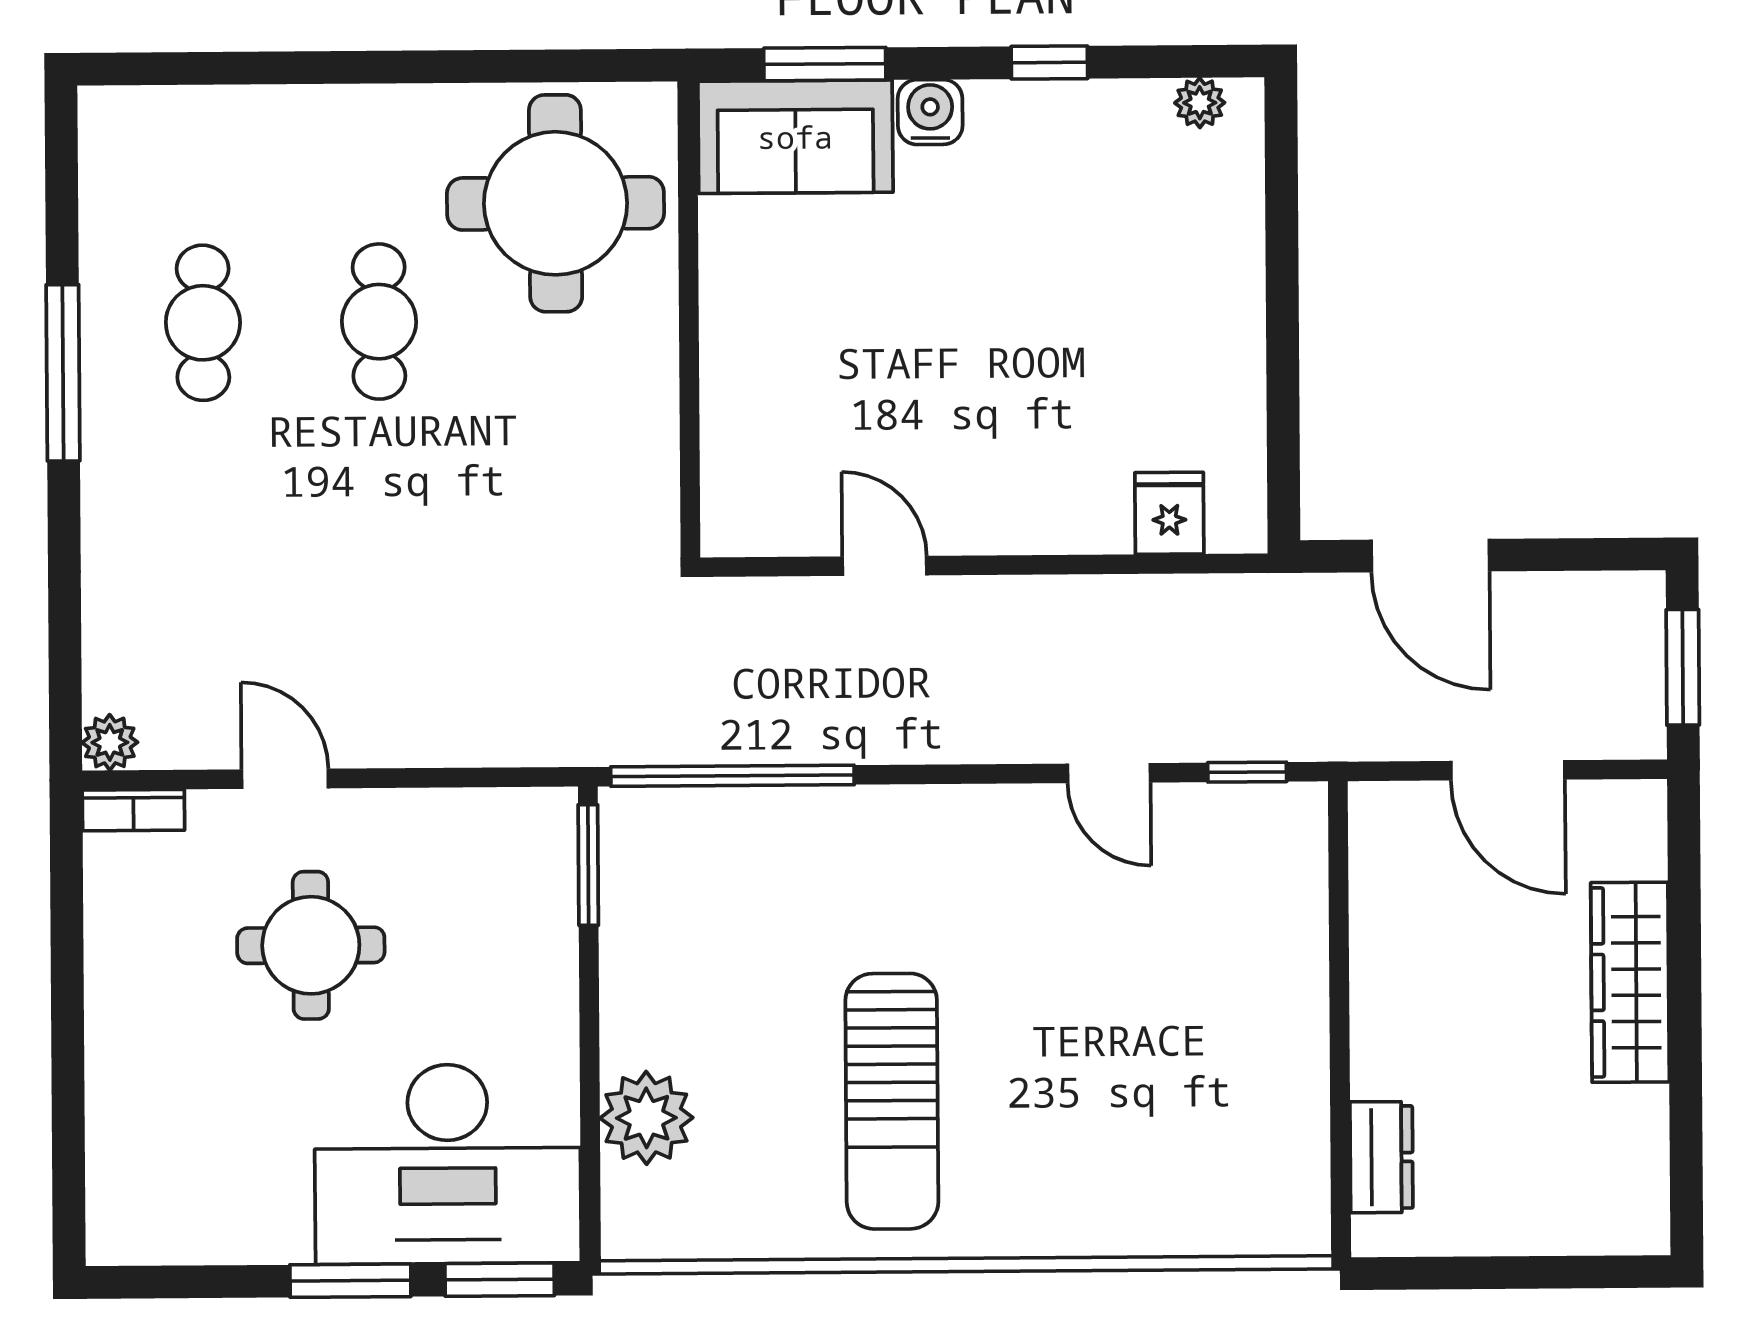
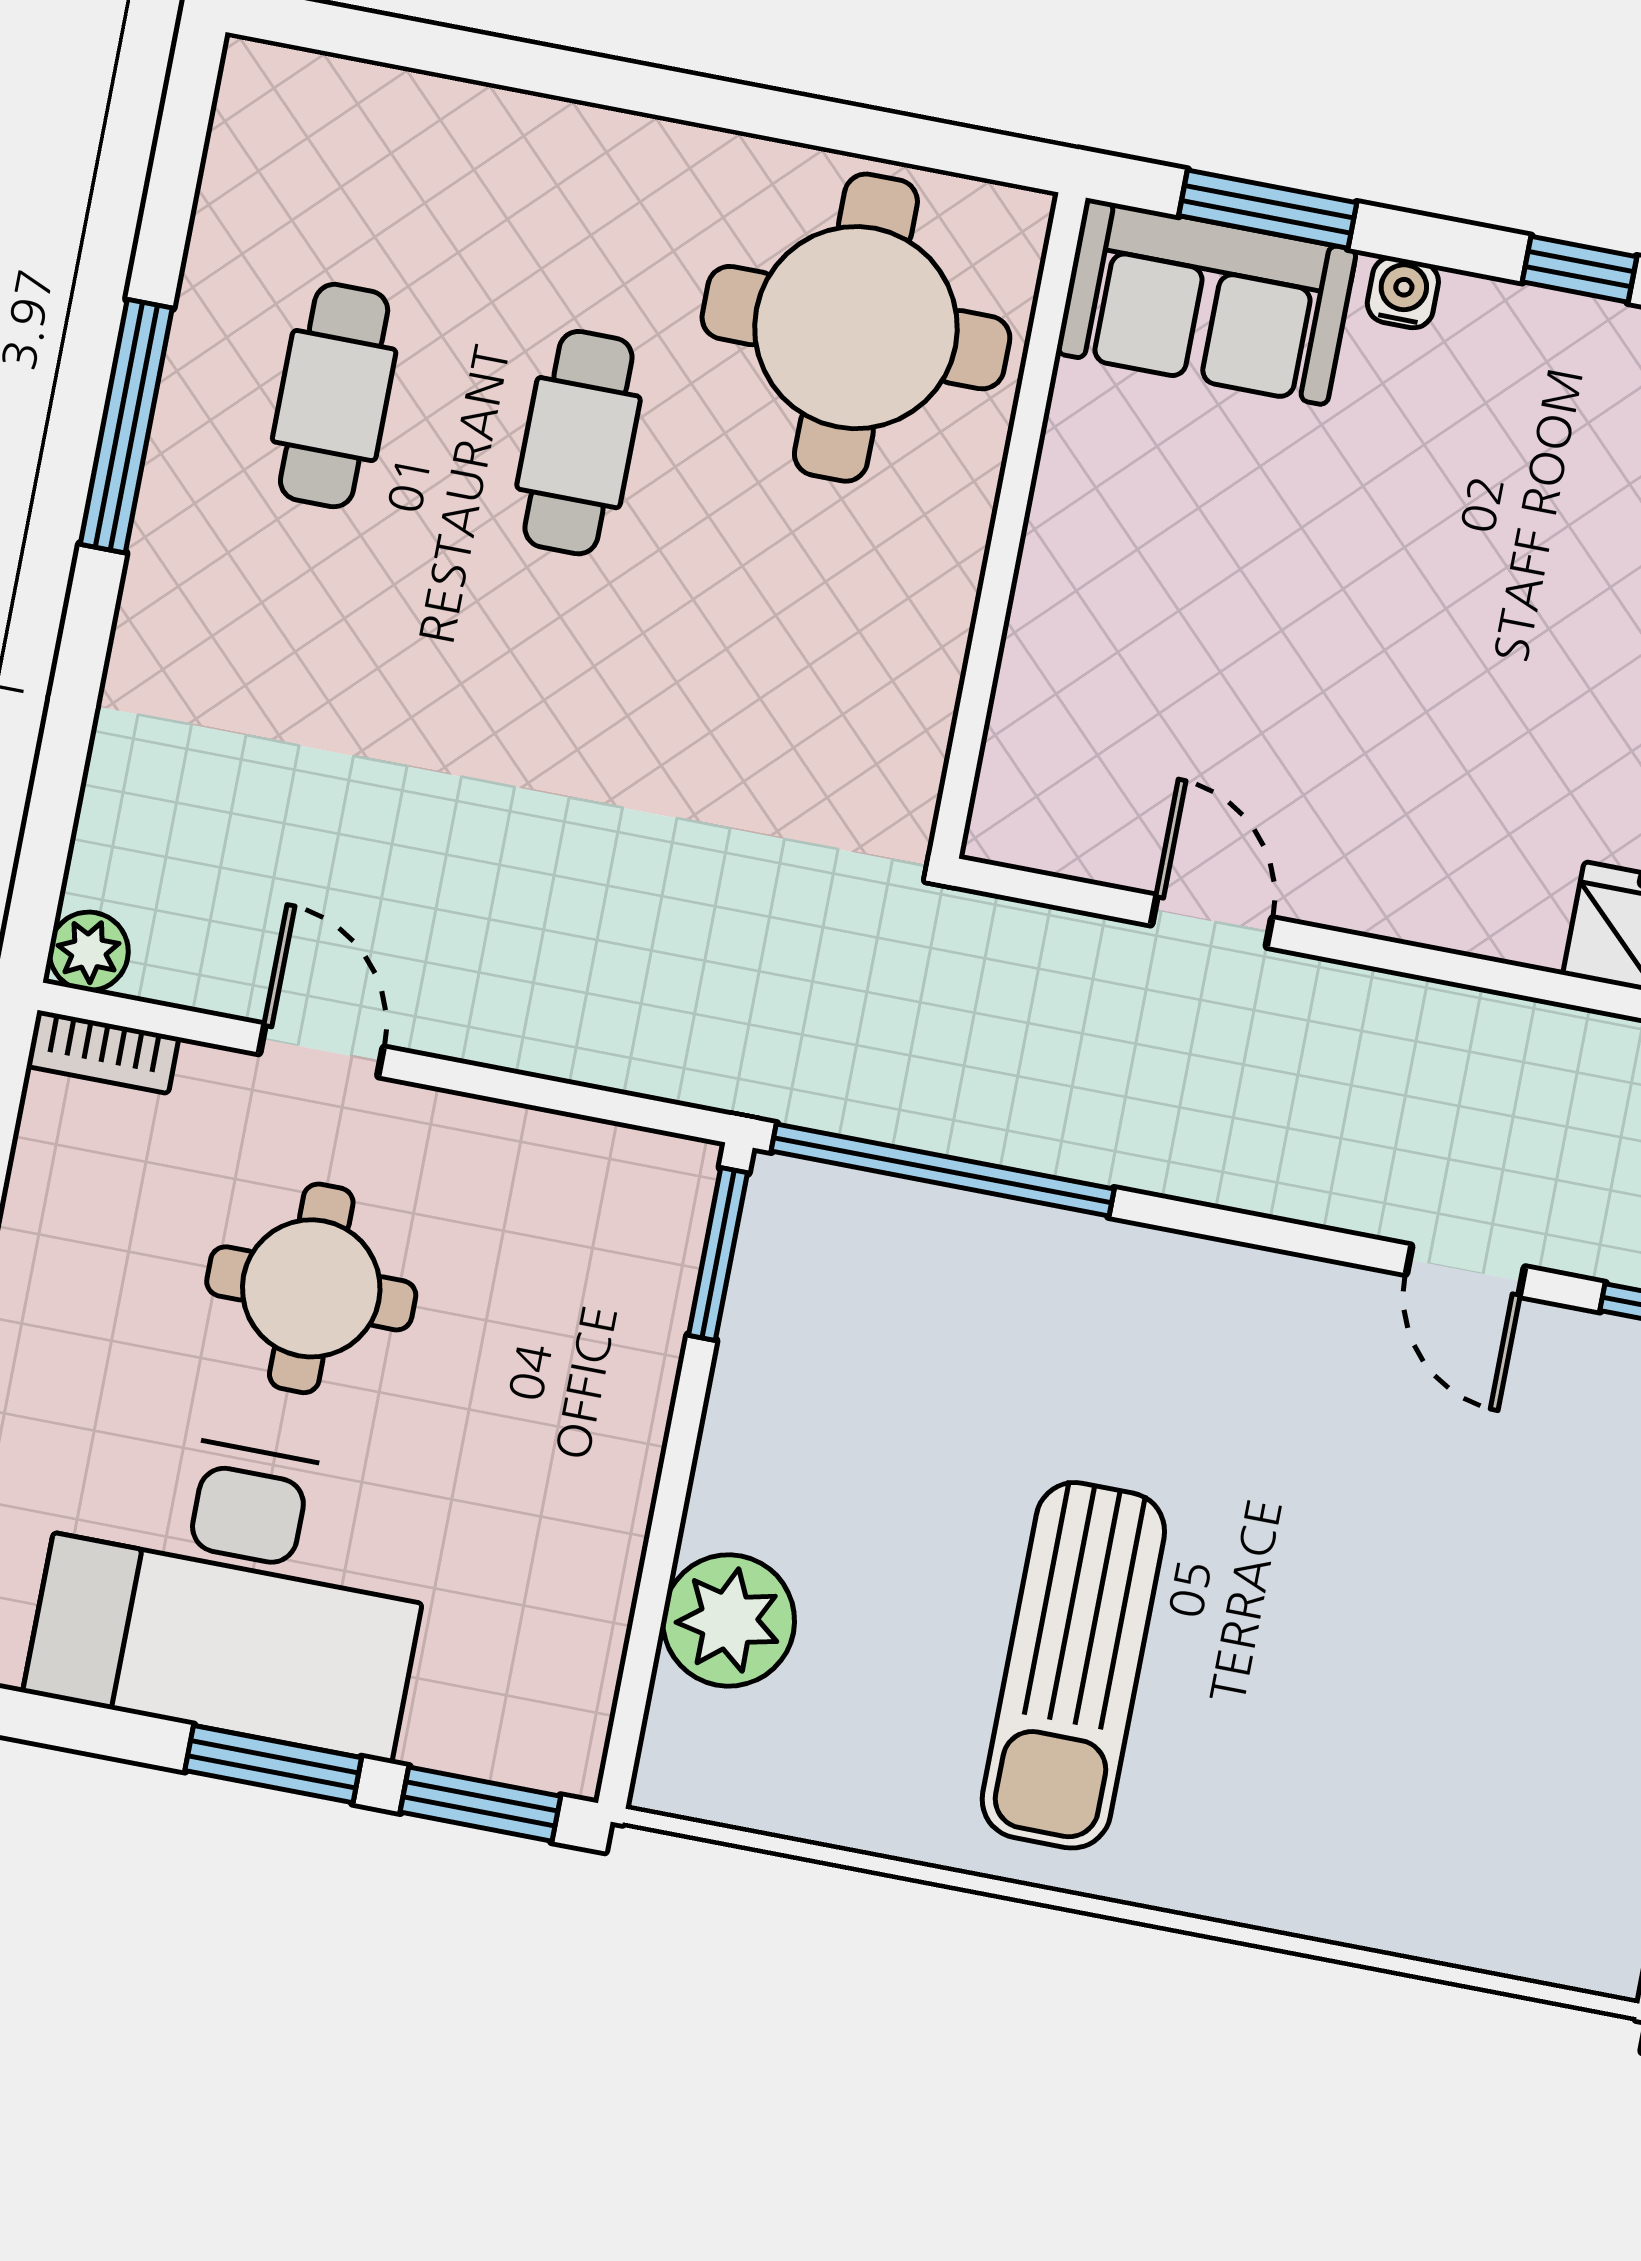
water cooler: (930, 112) -> (1403, 292), width x0.72, depth x0.72
desk: (448, 1164) -> (234, 1590), moved

